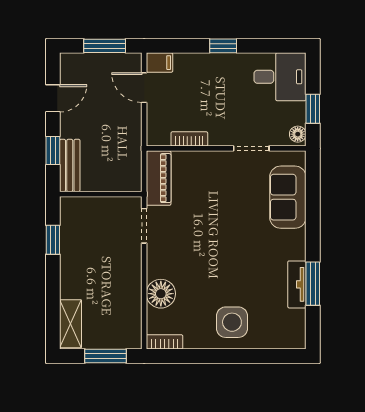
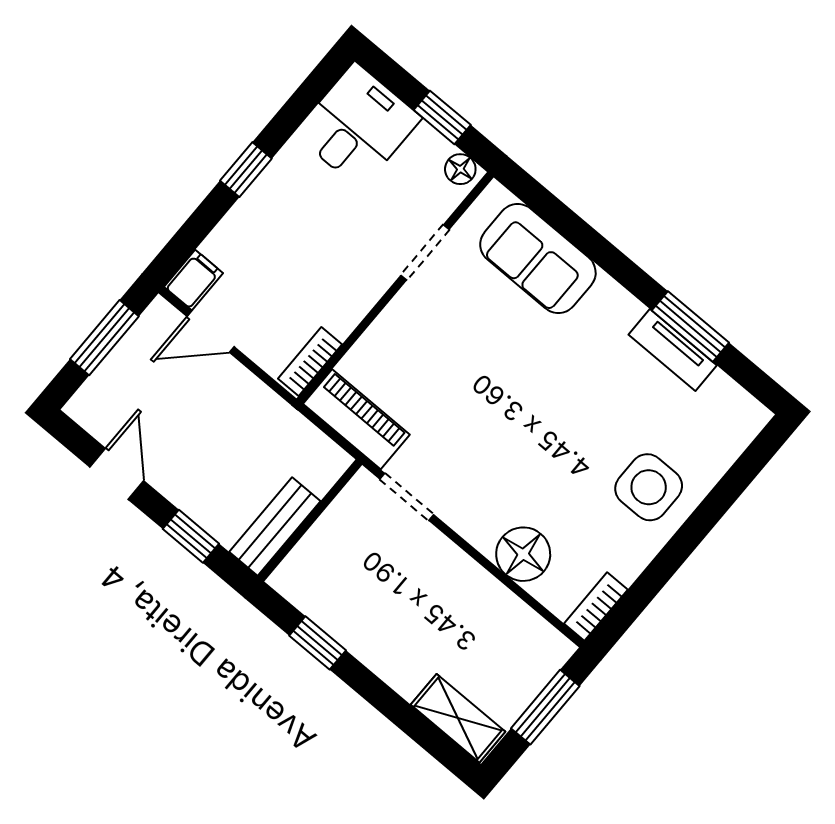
bookcase: (189, 139) -> (310, 361), moved
bench: (70, 165) -> (275, 527), moved, turned 90

